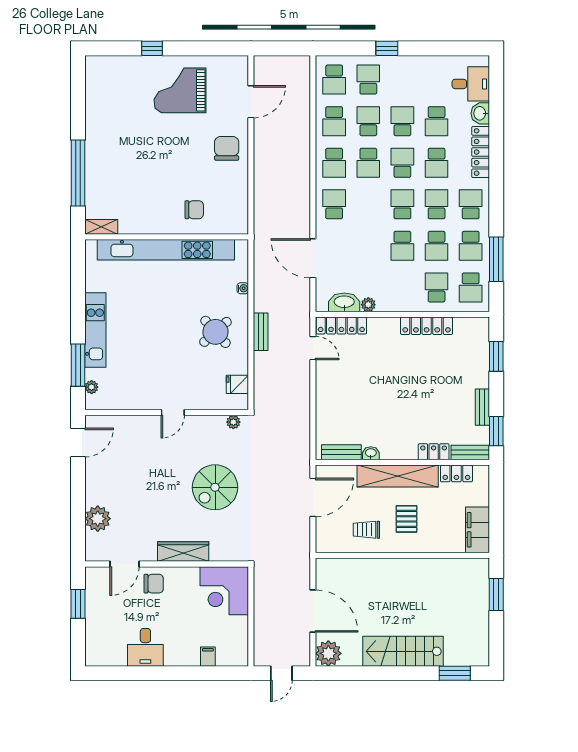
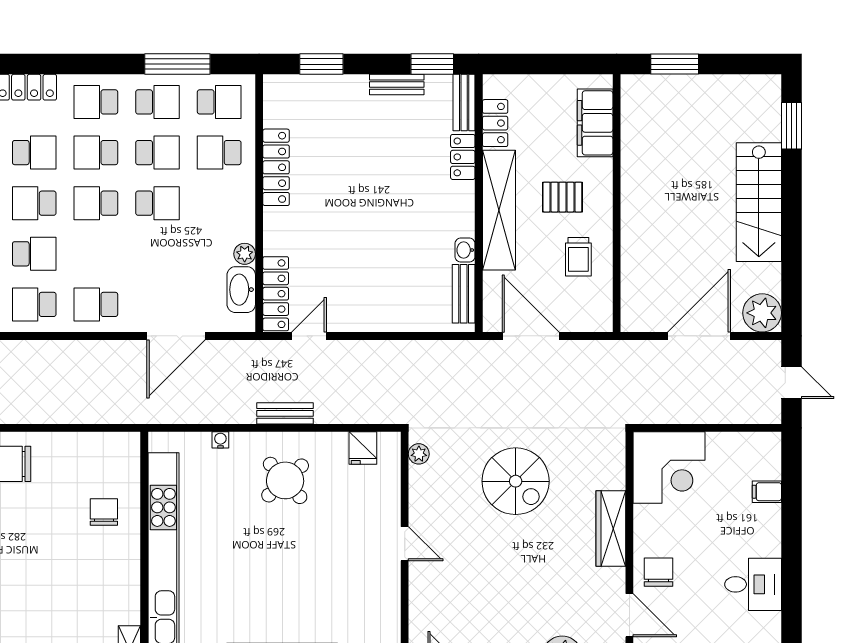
school desk: (334, 163) -> (34, 304), turned 180
filing cabinet: (477, 530) -> (595, 123), moved, turned 90

